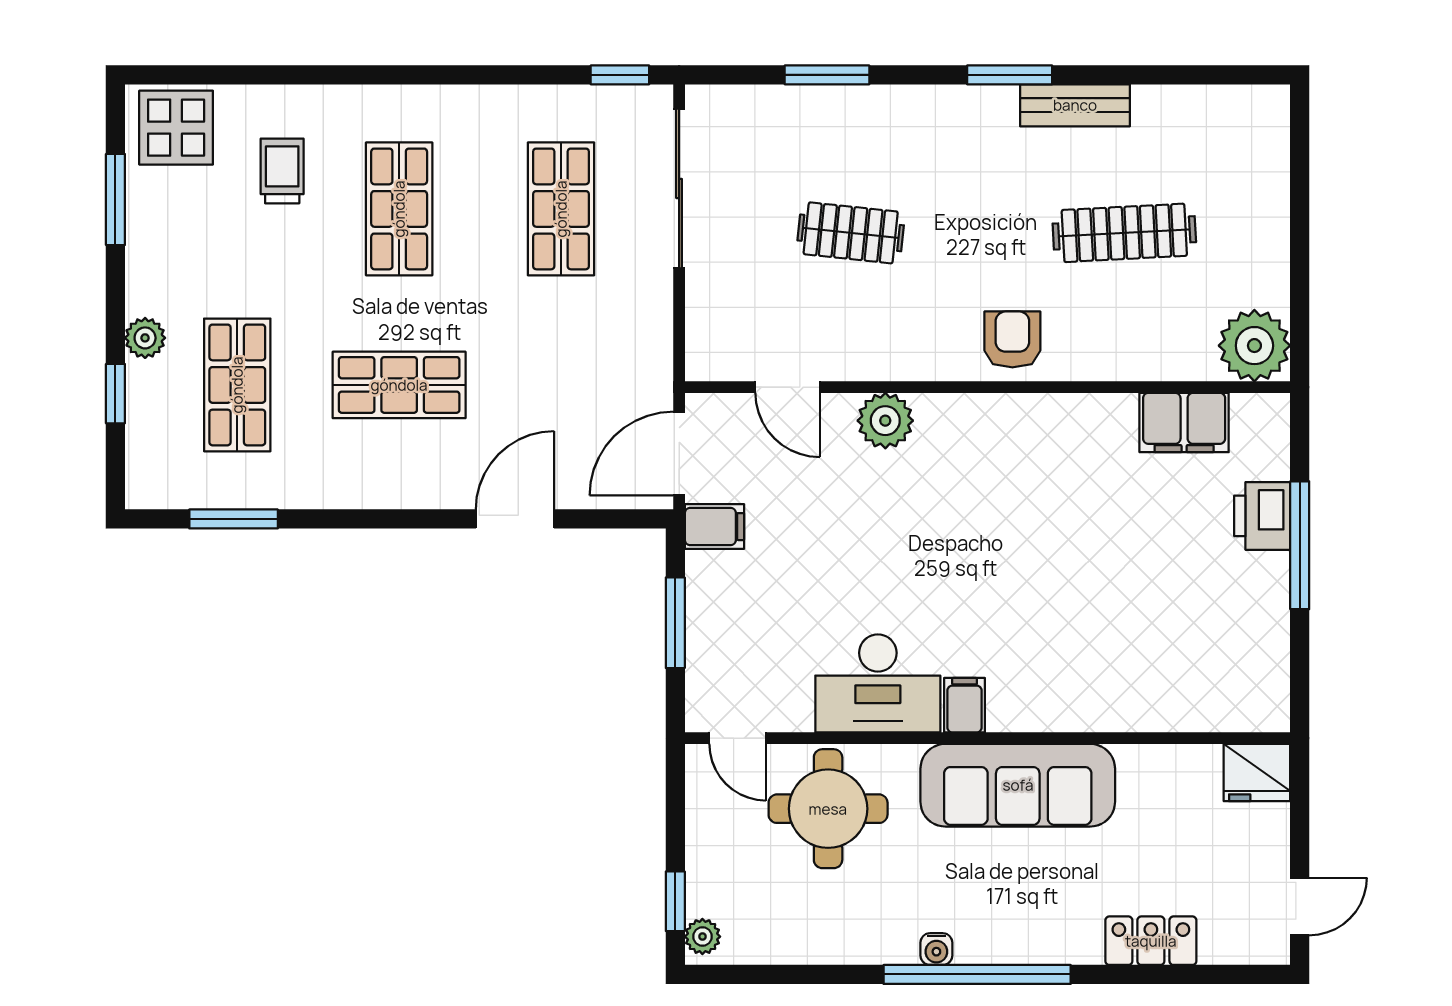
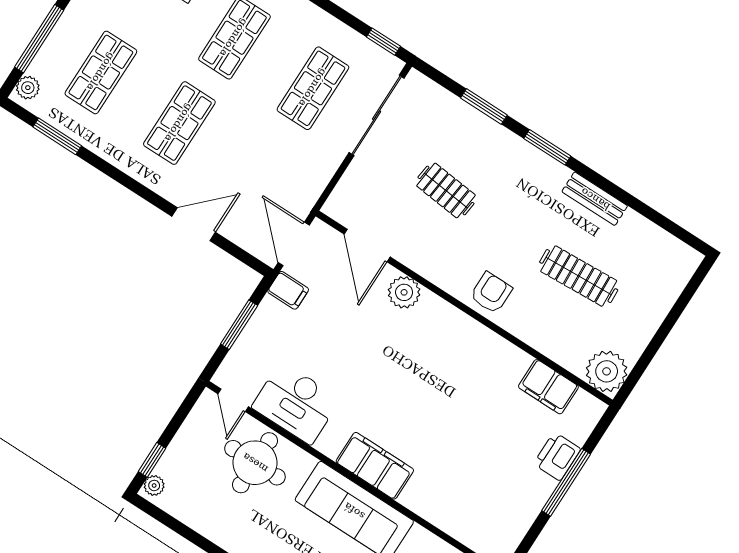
window: (1010, 75) -> (547, 147), moved
plant: (145, 338) -> (28, 88), moved
shop shelf: (399, 385) -> (179, 123), turned 90
door: (788, 387) -> (367, 246), width x1.38
window: (115, 394) -> (39, 39), width x2.17
door: (679, 454) -> (294, 244), hinge flipped
desk: (878, 683) -> (296, 403), moved
filing cabinet: (965, 705) -> (375, 466), width x3.00, depth x1.17

